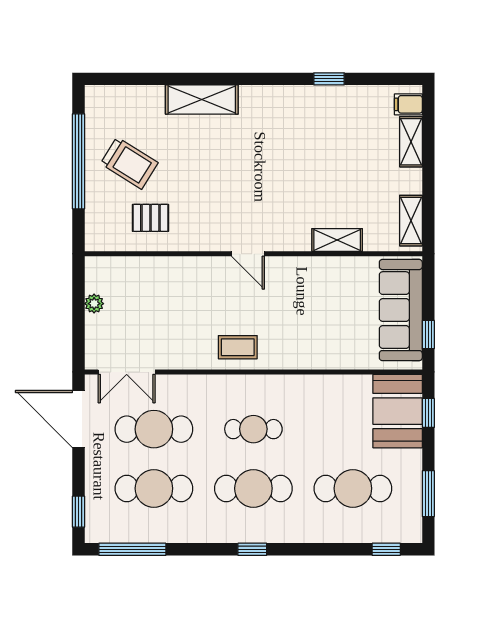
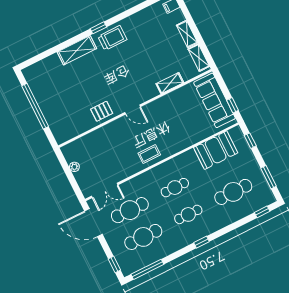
window: (329, 79) -> (98, 28), moved
shelving: (411, 142) -> (187, 34), moved
trolley: (129, 163) -> (112, 38), moved, turned -32
pallet: (150, 218) -> (102, 111), moved
booth: (398, 411) -> (216, 150), moved, turned 90
cafe table: (253, 488) -> (188, 214), width x0.73, depth x0.74

